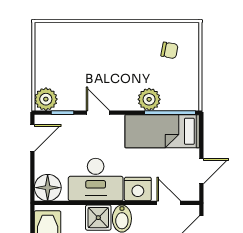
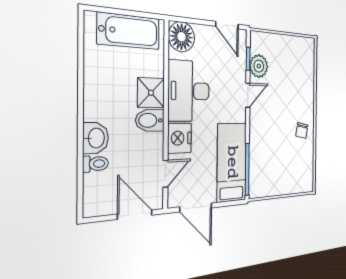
chair: (169, 50) -> (302, 131), moved
plant: (46, 99) -> (259, 66), moved
plant: (149, 99) -> (258, 147), removed
door: (201, 171) -> (196, 207), width x1.38

